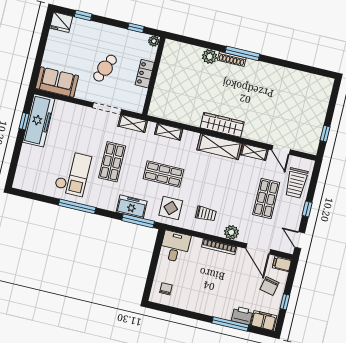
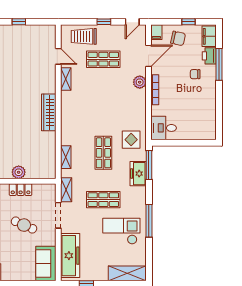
plant: (164, 76) -> (19, 172), added
freezer: (39, 120) -> (70, 256), moved, turned 90
window: (325, 134) -> (19, 22), moved
shelving: (220, 147) -> (127, 273), moved, turned 90
door: (281, 150) -> (58, 56), hinge flipped
trolley: (296, 183) -> (84, 36), turned 180
trolley: (206, 214) -> (129, 108), removed
chair: (166, 289) -> (195, 74), moved

